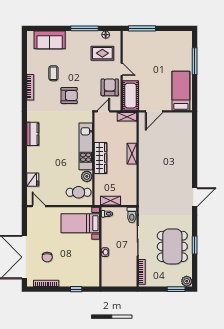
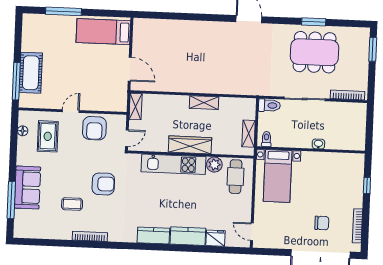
window: (84, 28) -> (11, 200), moved
sofa: (50, 40) -> (27, 188), moved
armchair: (110, 87) -> (94, 128), turned -90
armchair: (69, 95) -> (103, 184), turned 90
cot: (130, 96) -> (31, 73), moved, turned 90
door: (103, 111) -> (127, 138), swing flipped
shelving: (132, 154) -> (204, 103), moved
kitchen counter: (33, 159) -> (188, 236), added
door: (39, 206) -> (252, 232), hinge flipped
plant: (187, 281) -> (363, 35), removed

